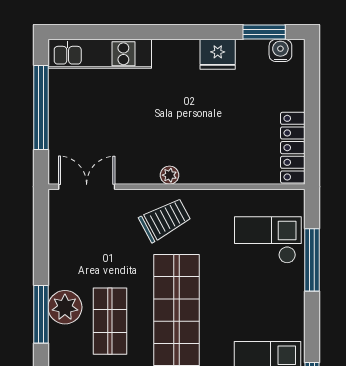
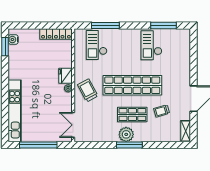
kitchen unit: (100, 54) -> (15, 111), width x1.36
fridge: (218, 54) -> (65, 76), moved, turned 180

